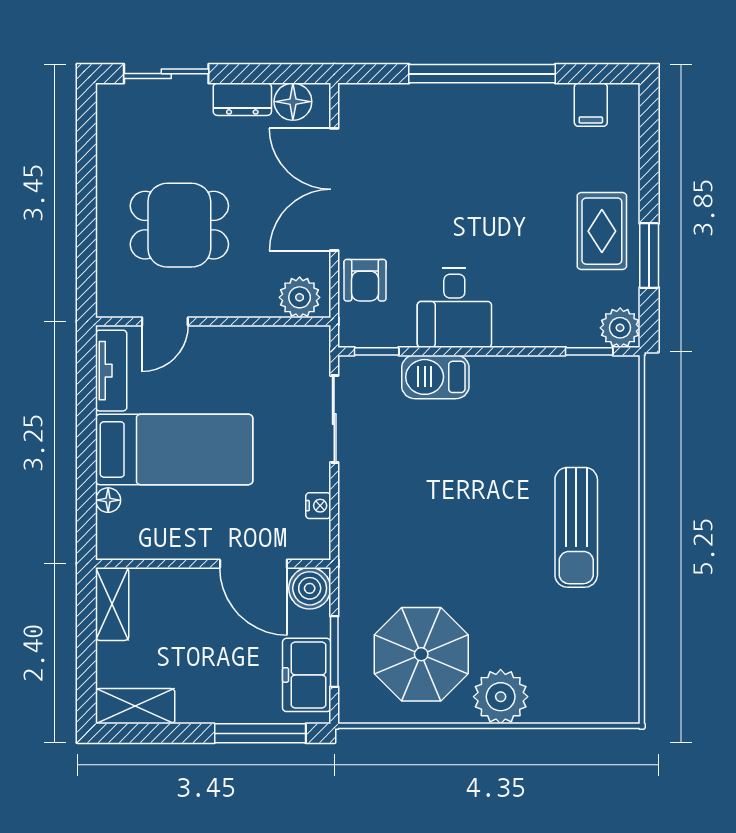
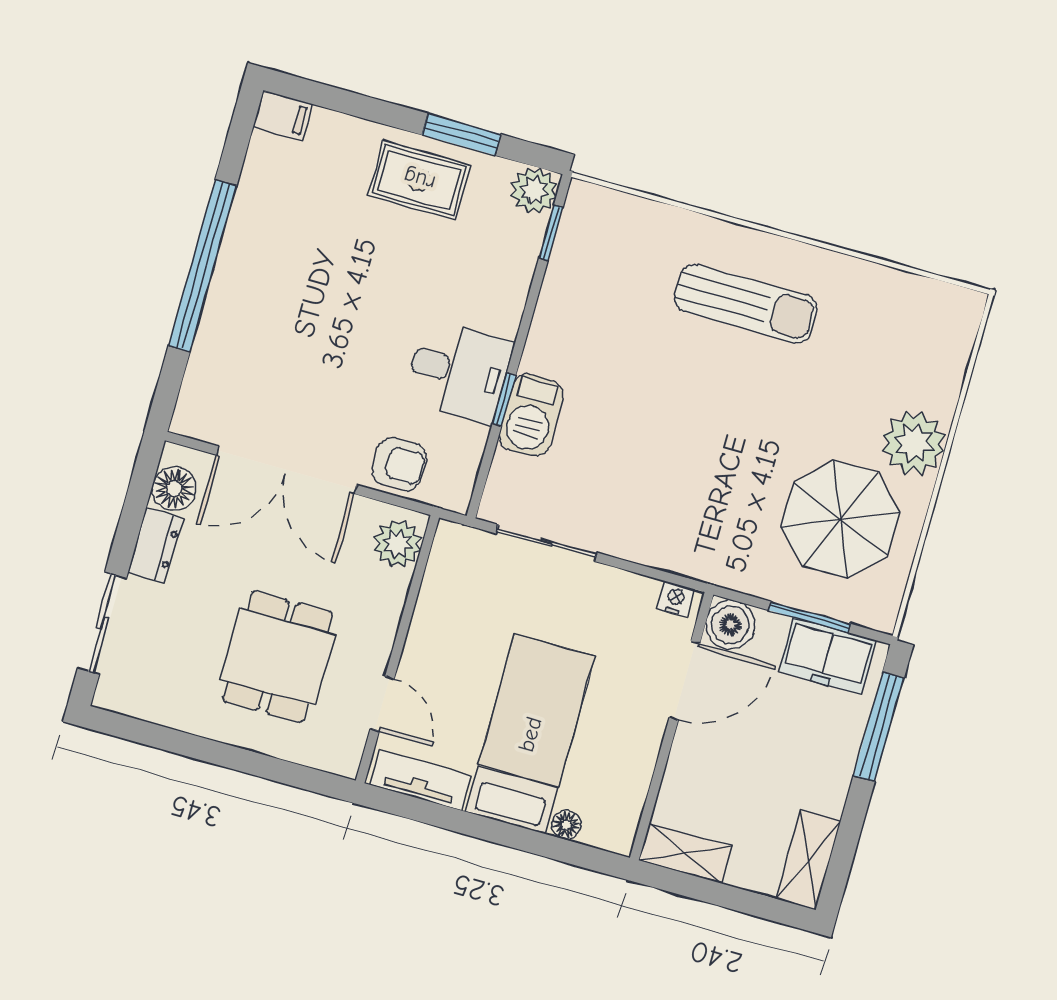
filing cabinet: (591, 105) -> (283, 116), moved
window: (377, 351) -> (504, 400), moved
nightstand: (318, 506) -> (676, 599), moved

